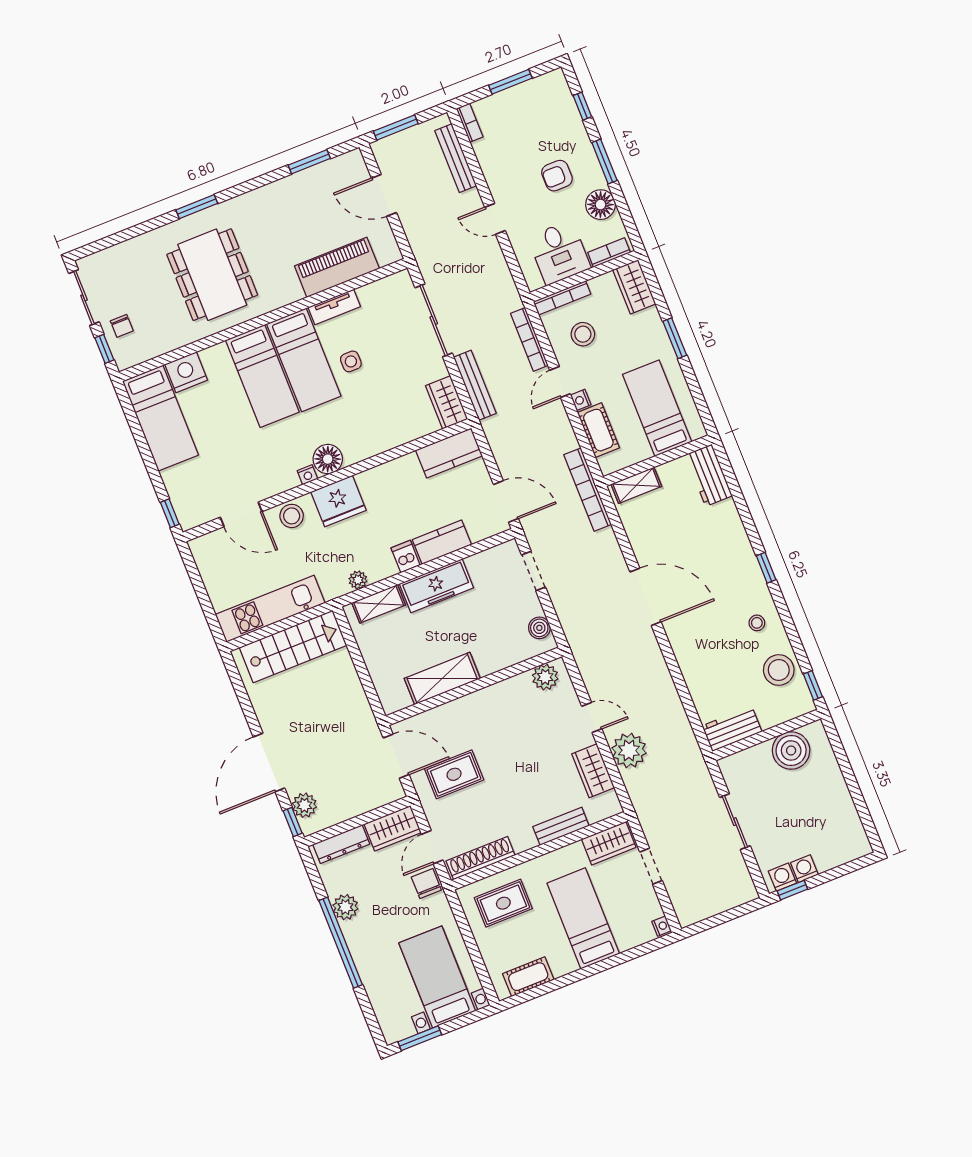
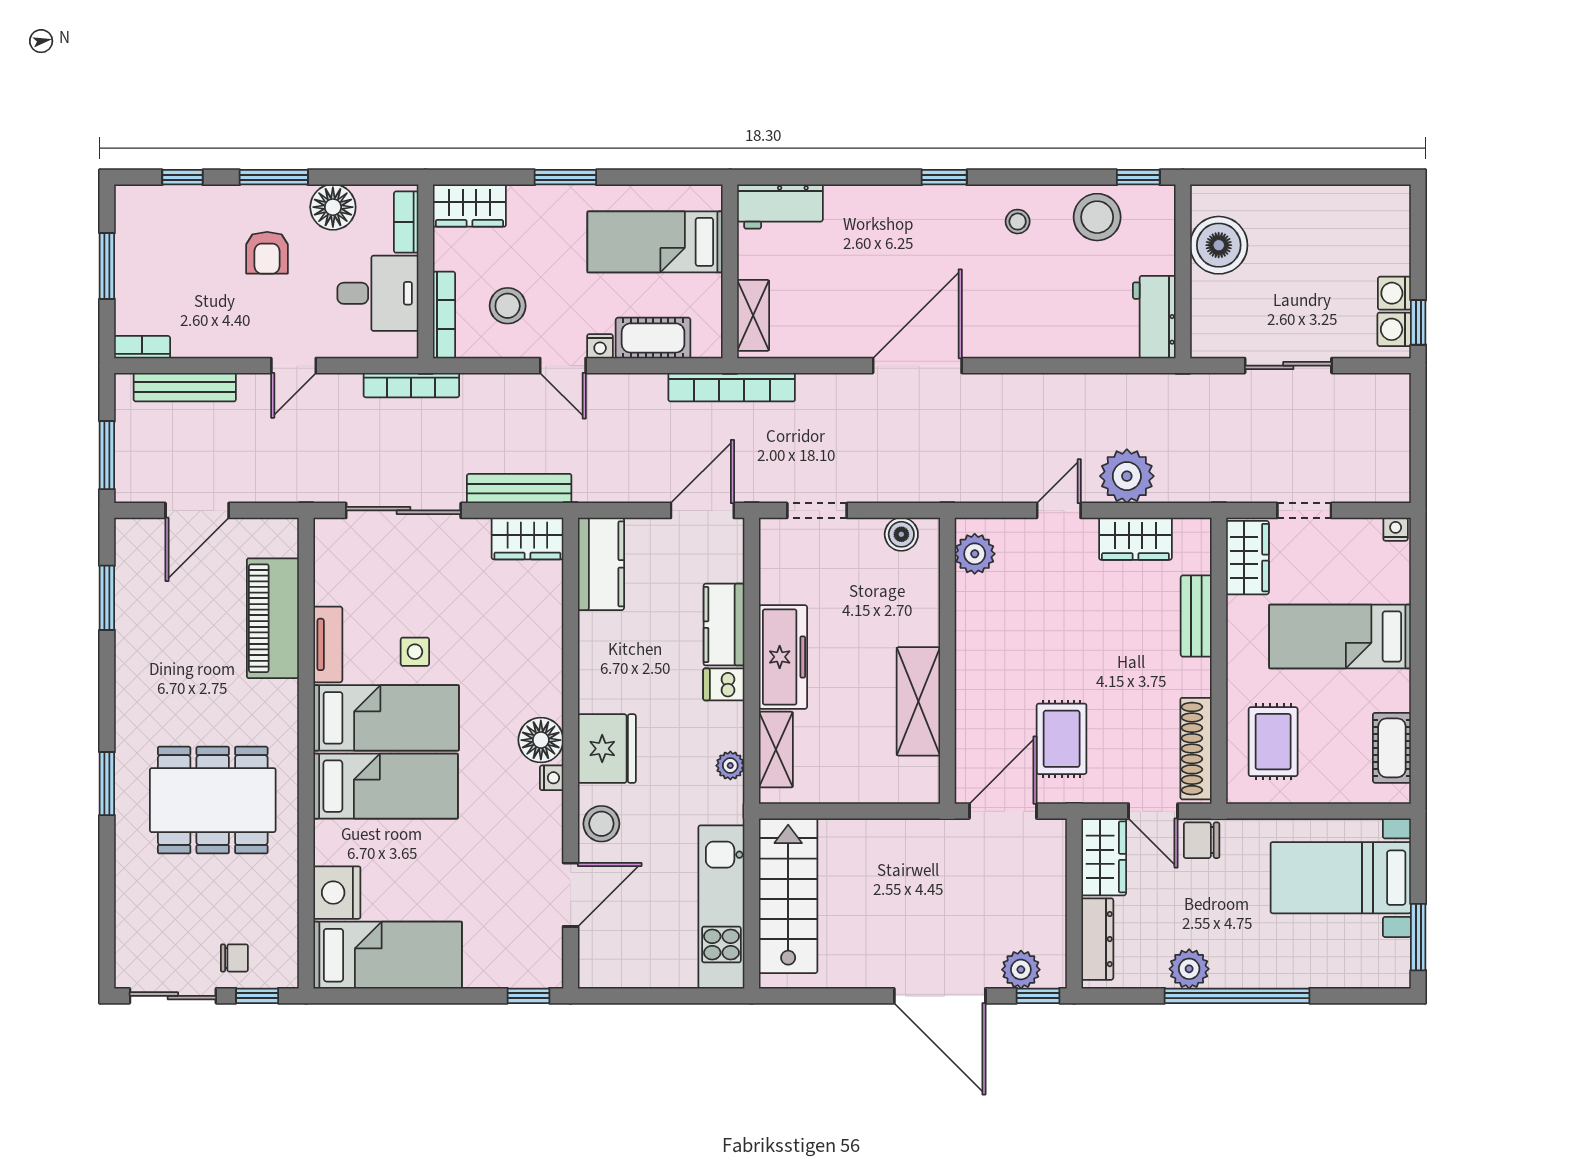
bookcase: (529, 339) -> (411, 385), moved

